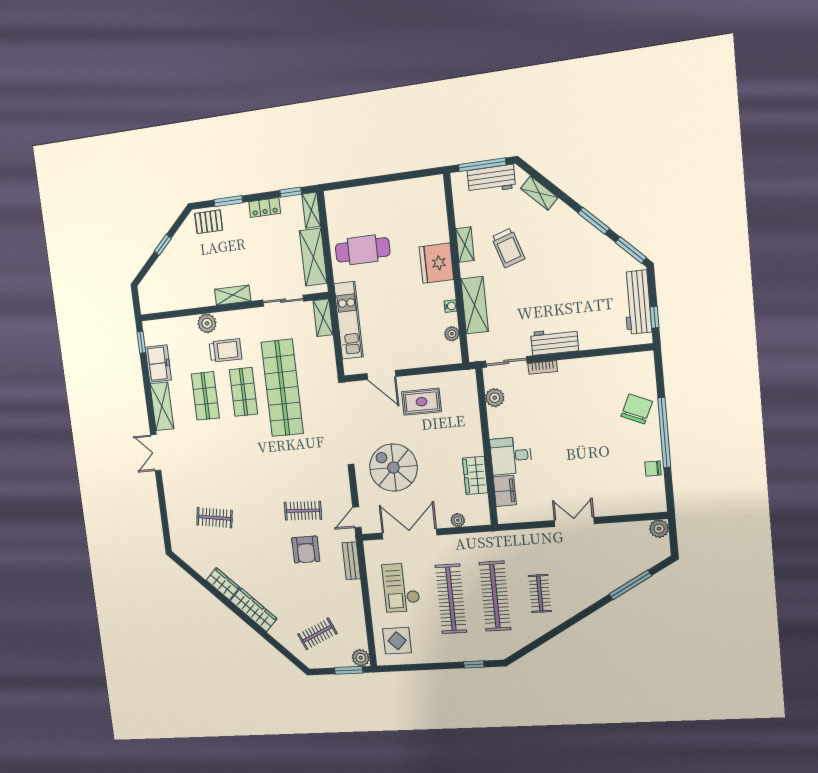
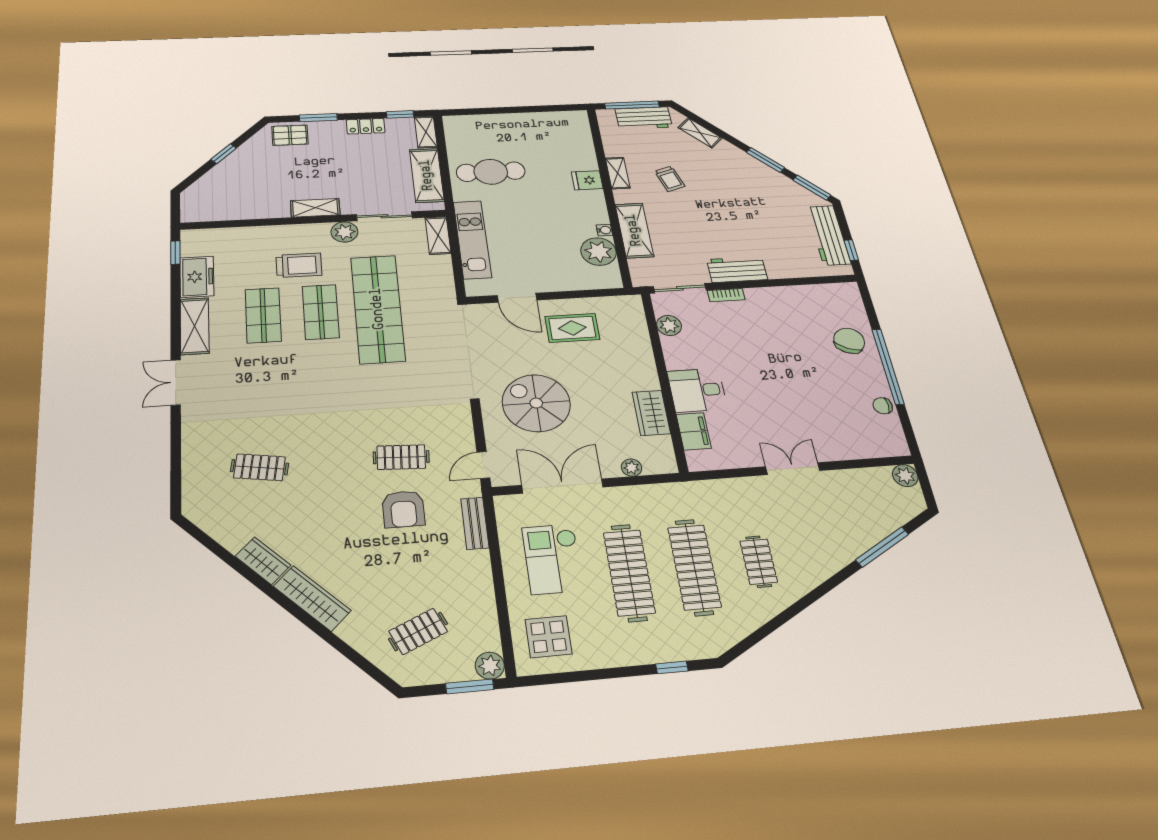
trolley: (508, 248) -> (670, 179), width x0.73, depth x0.72
fridge: (436, 263) -> (587, 180), width x0.53, depth x0.75
plant: (207, 323) -> (344, 232), moved
plant: (452, 334) -> (598, 252), width x1.87, depth x1.87

